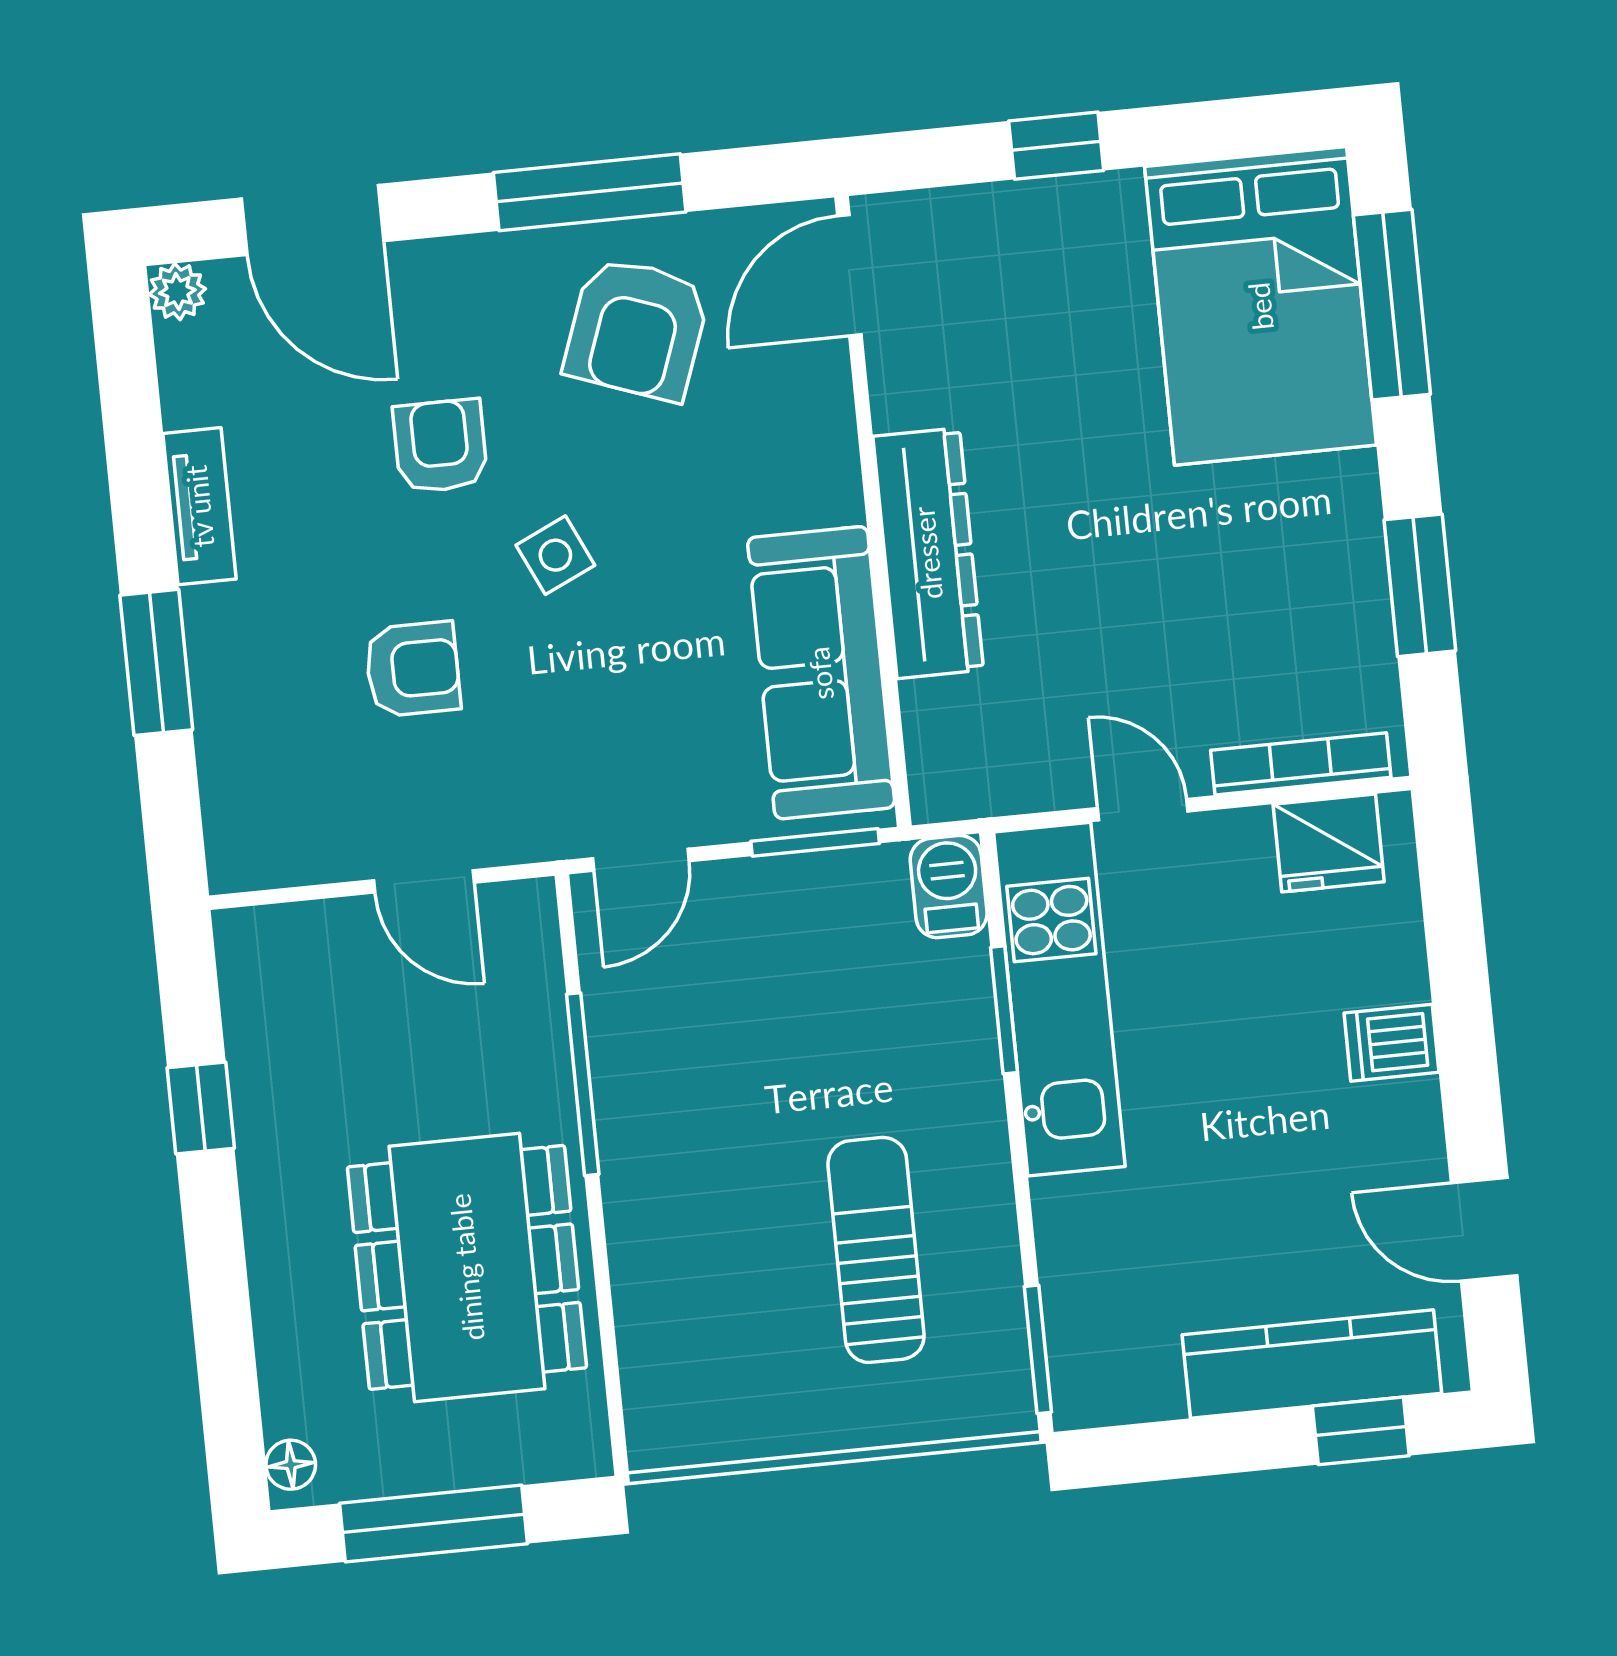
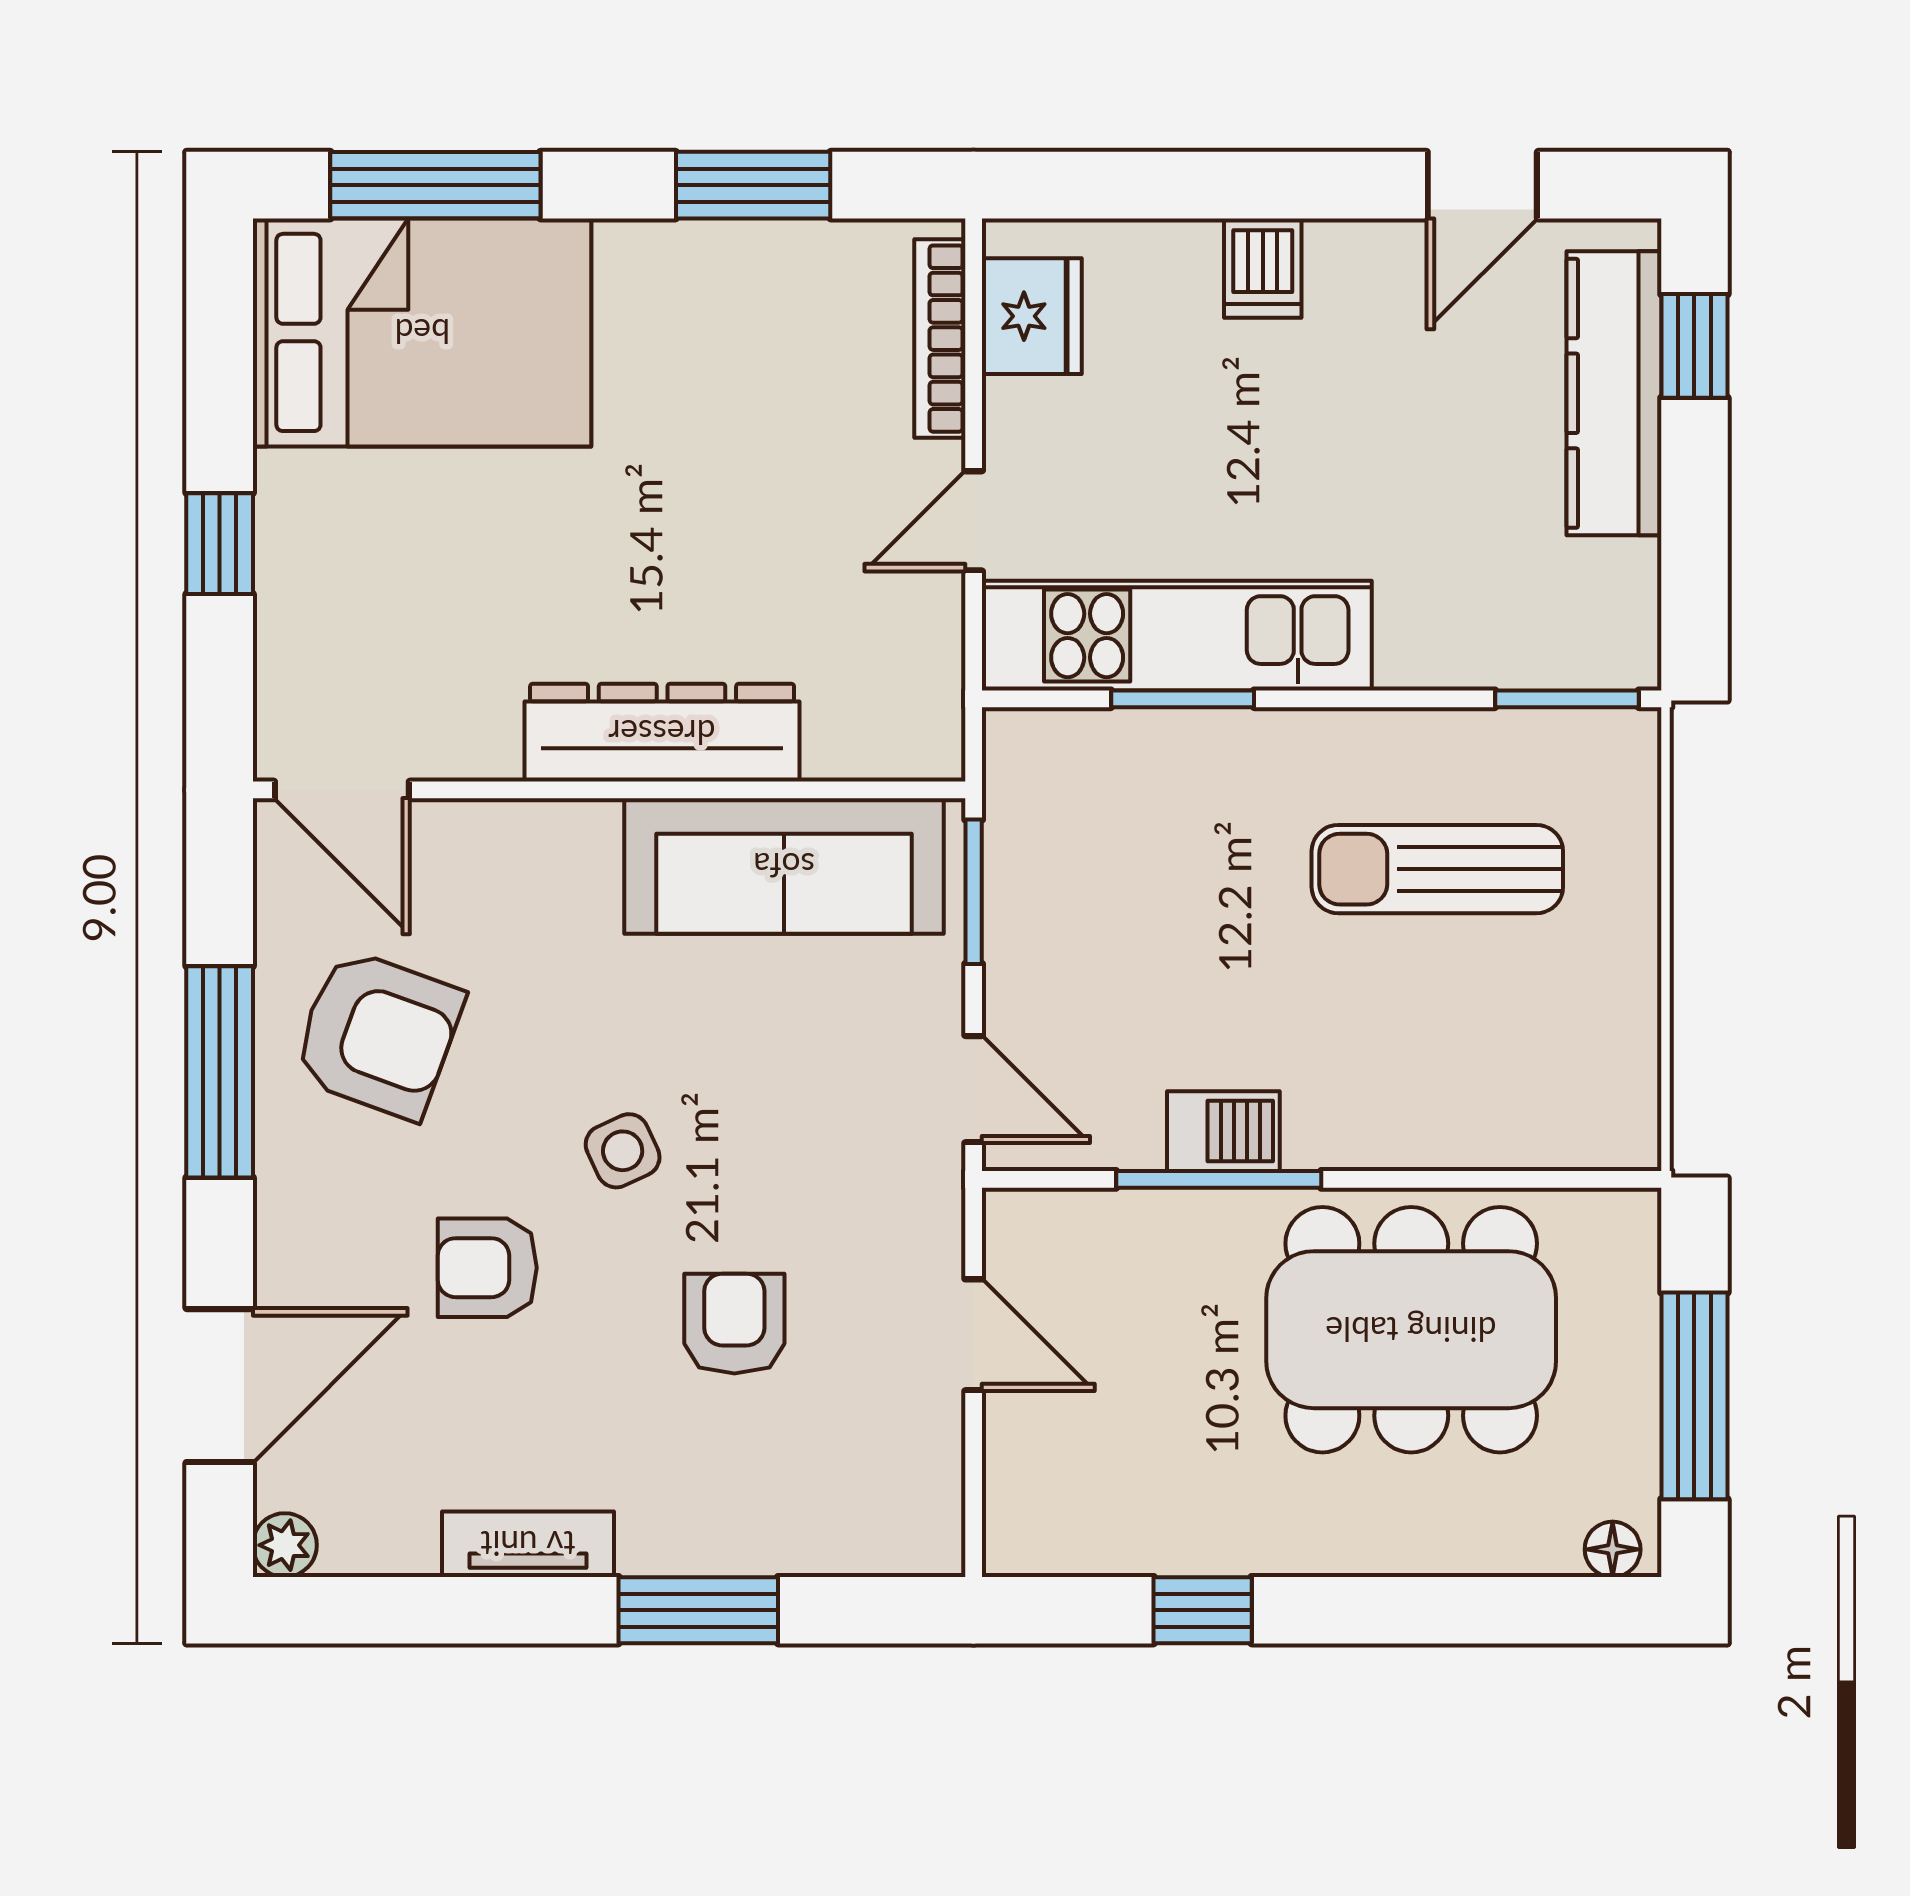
door: (424, 881) -> (974, 1335), hinge flipped
barbecue: (949, 887) -> (1223, 1131), moved, turned 180

